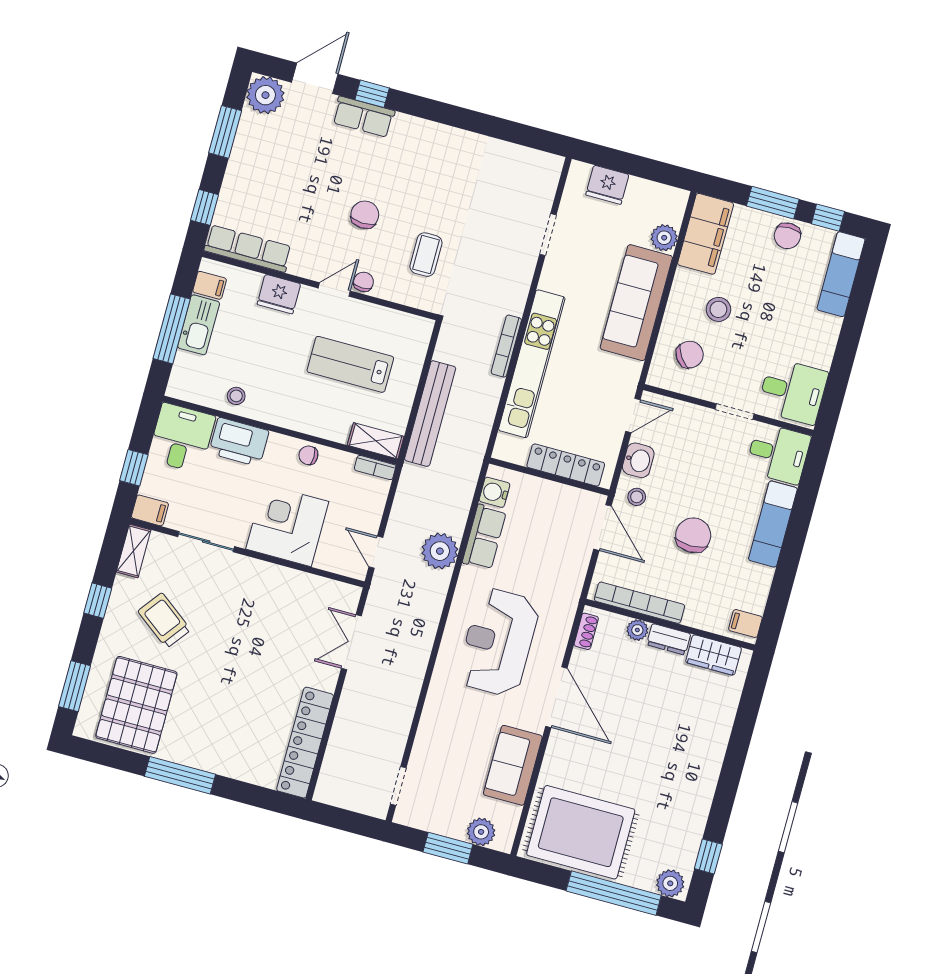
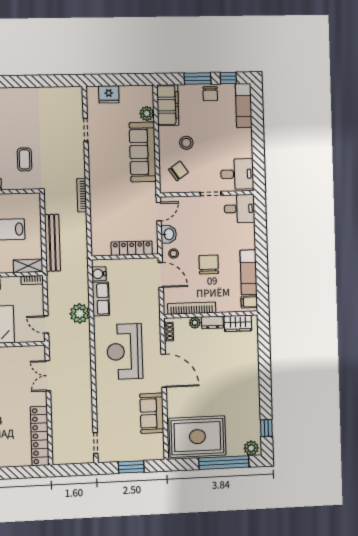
kitchen unit: (532, 364) -> (98, 200), removed
exam couch: (773, 524) -> (249, 272), moved
plant: (481, 832) -> (146, 453), removed

